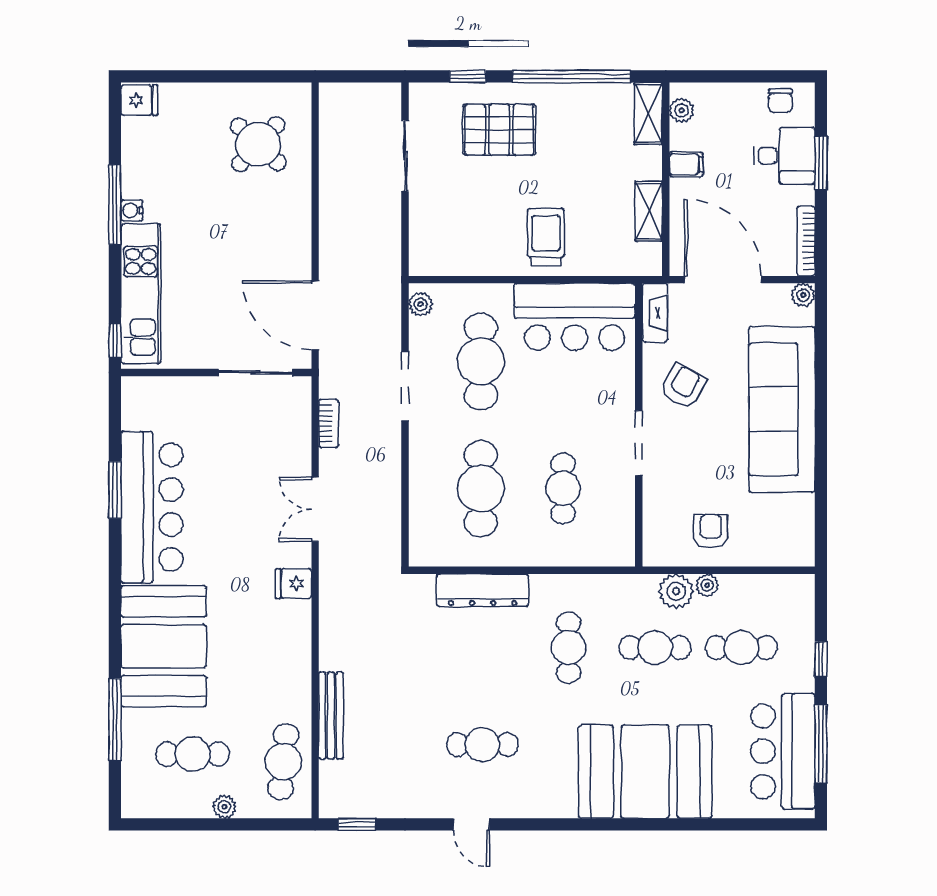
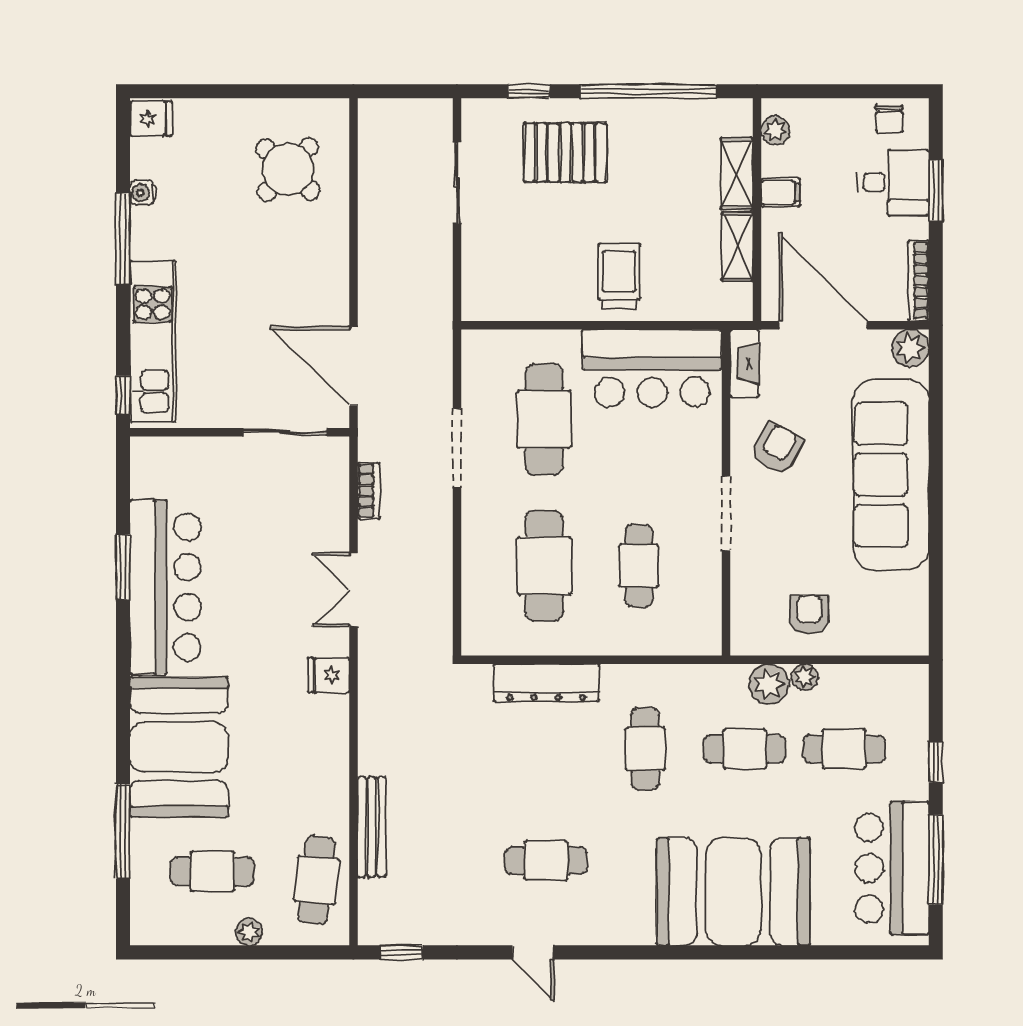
shelving: (648, 113) -> (737, 174), moved
water cooler: (132, 210) -> (142, 193), moved
plant: (803, 295) -> (910, 348), width x1.38, depth x1.38
plant: (421, 304) -> (475, 354), removed

